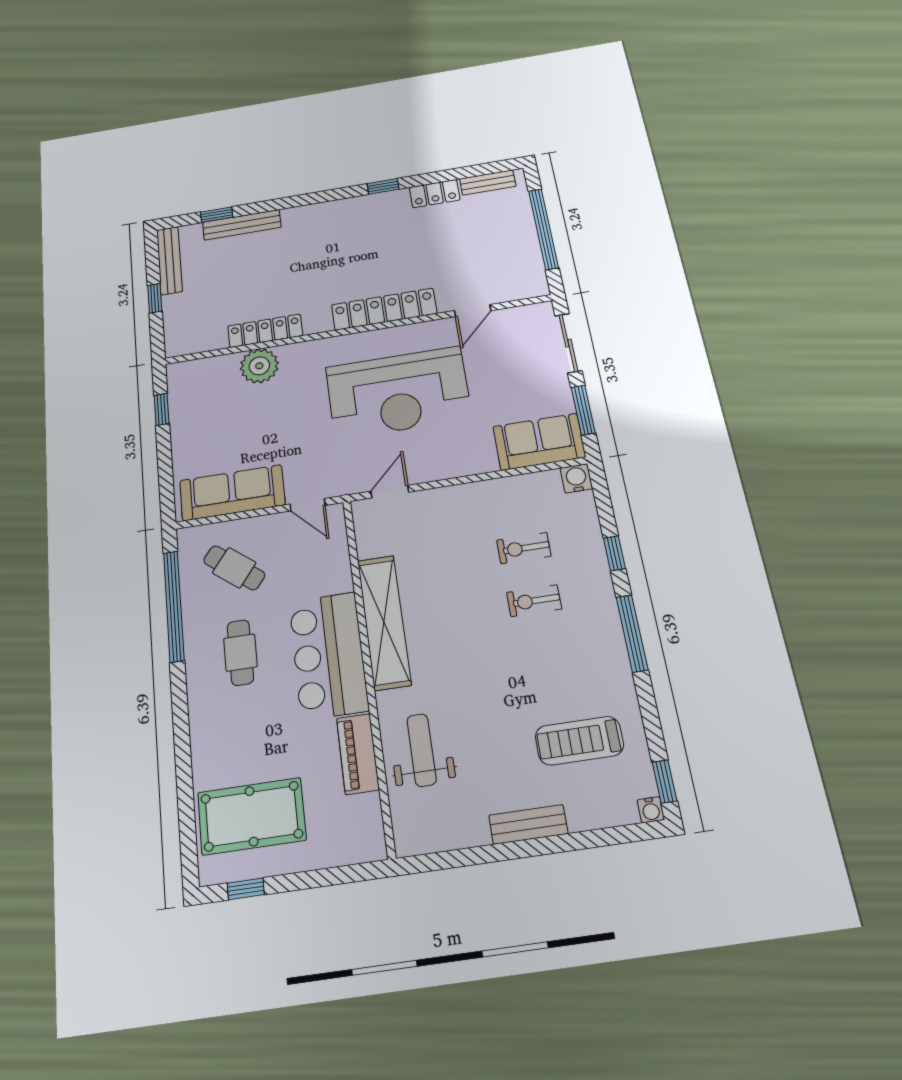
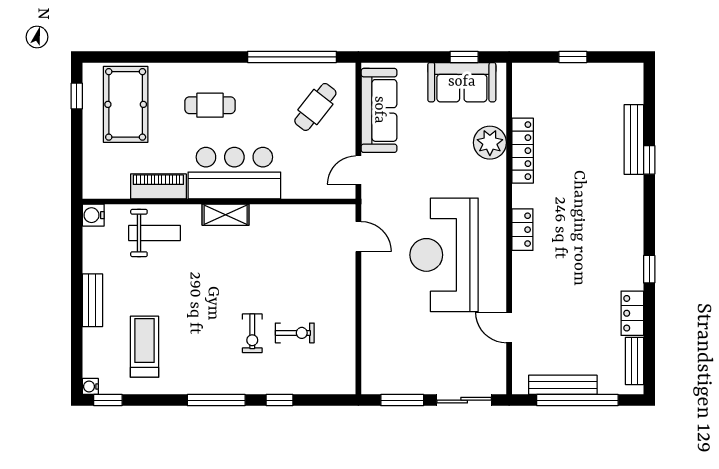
window: (217, 215) -> (649, 160), moved
bench: (169, 260) -> (563, 385), moved
locker: (384, 309) -> (522, 230), width x0.46, depth x0.83
sofa: (539, 442) -> (462, 82), moved, turned 90
water cooler: (576, 478) -> (93, 215), moved, turned 180
exercise bike: (524, 548) -> (295, 333), turned 90
exercise bike: (534, 601) -> (252, 333), turned 180
shelving: (384, 622) -> (226, 215), width x0.45, depth x0.75
cafe table: (240, 653) -> (210, 105), moved

